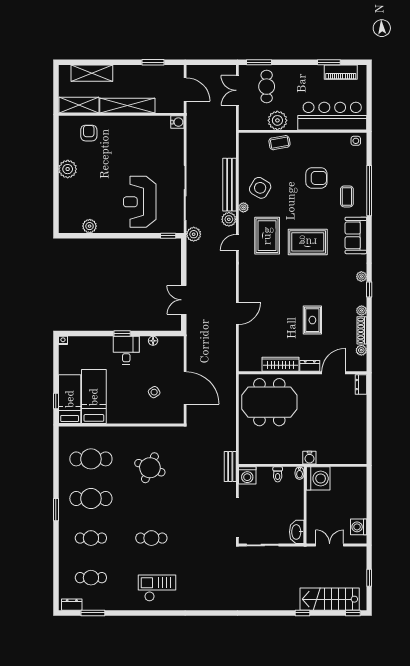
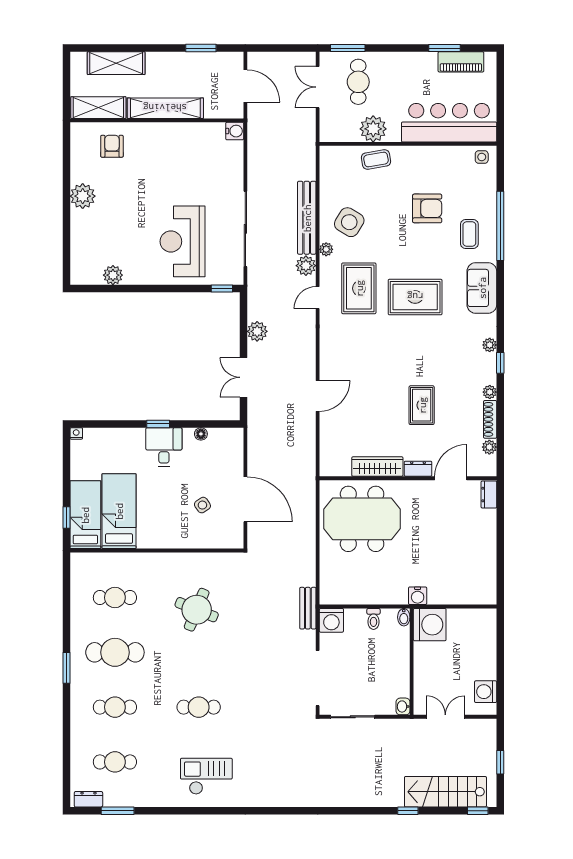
plant: (194, 234) -> (257, 331), moved
cafe table: (91, 459) -> (115, 598), width x0.73, depth x0.74
washbasin: (297, 532) -> (403, 706), width x0.52, depth x0.69

